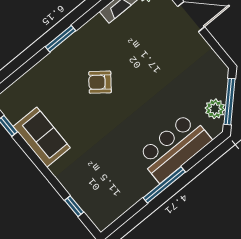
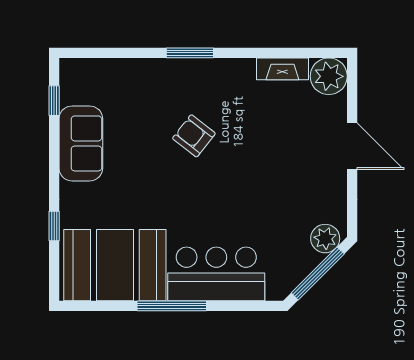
plant: (215, 109) -> (325, 239), moved
booth: (115, 188) -> (115, 265), added
window: (74, 206) -> (54, 226), moved

